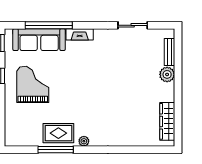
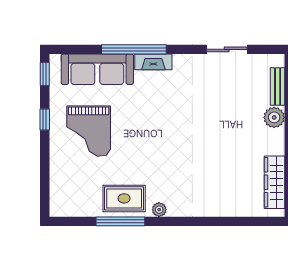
window: (49, 25) -> (134, 49), moved
grand piano: (33, 84) -> (89, 131), turned 180

